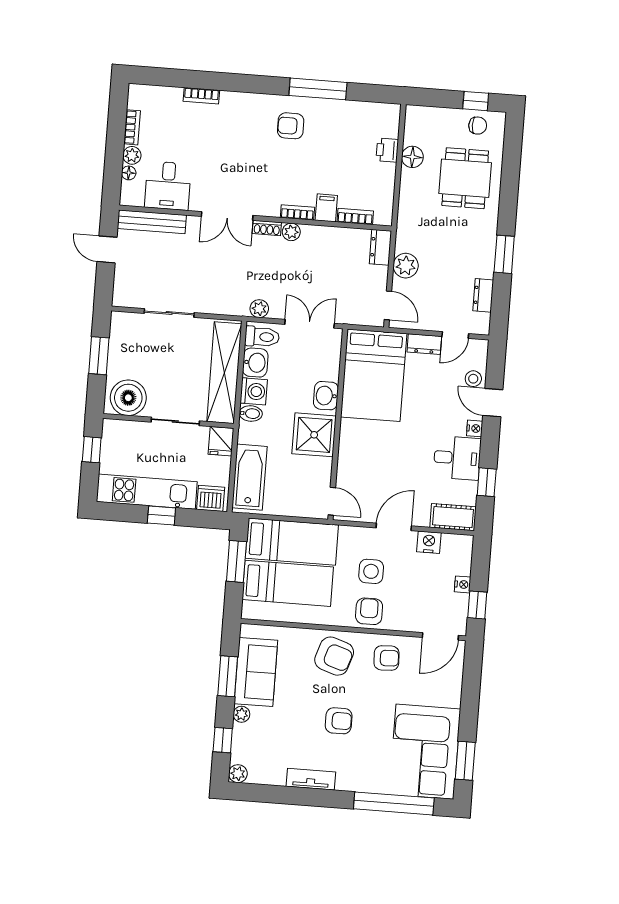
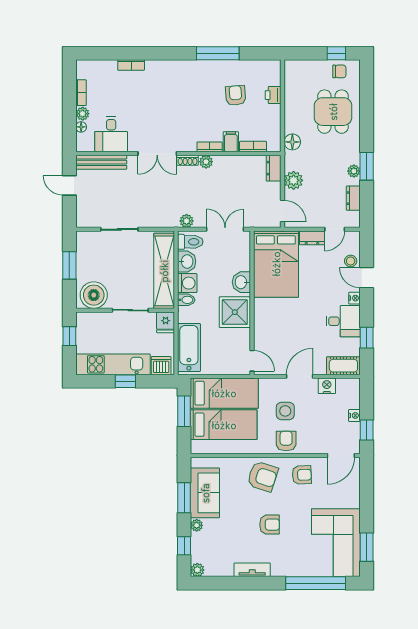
armchair: (291, 126) -> (236, 95), moved, turned 85
floor lamp: (412, 157) -> (292, 142), moved
plant: (487, 259) -> (354, 171), added

